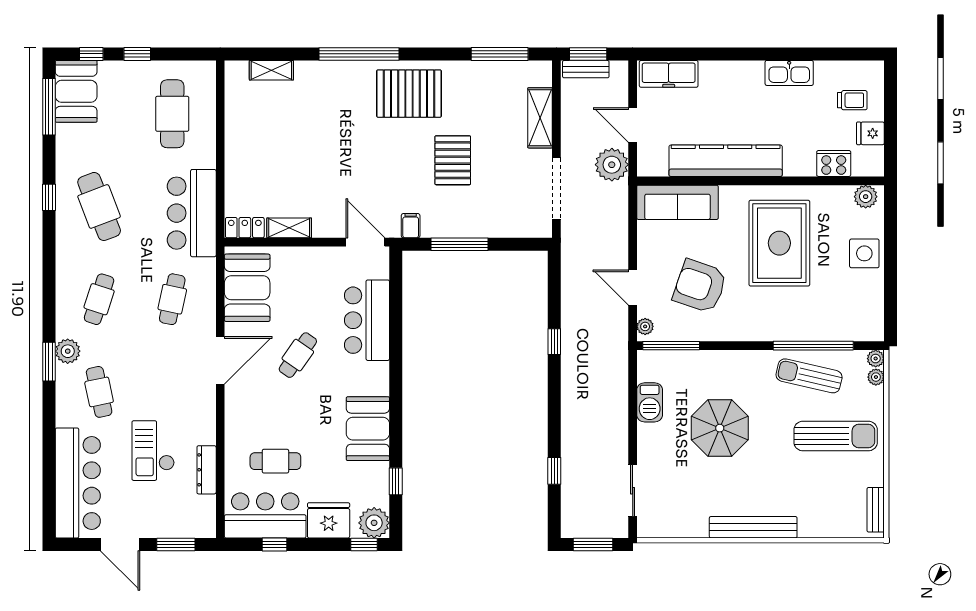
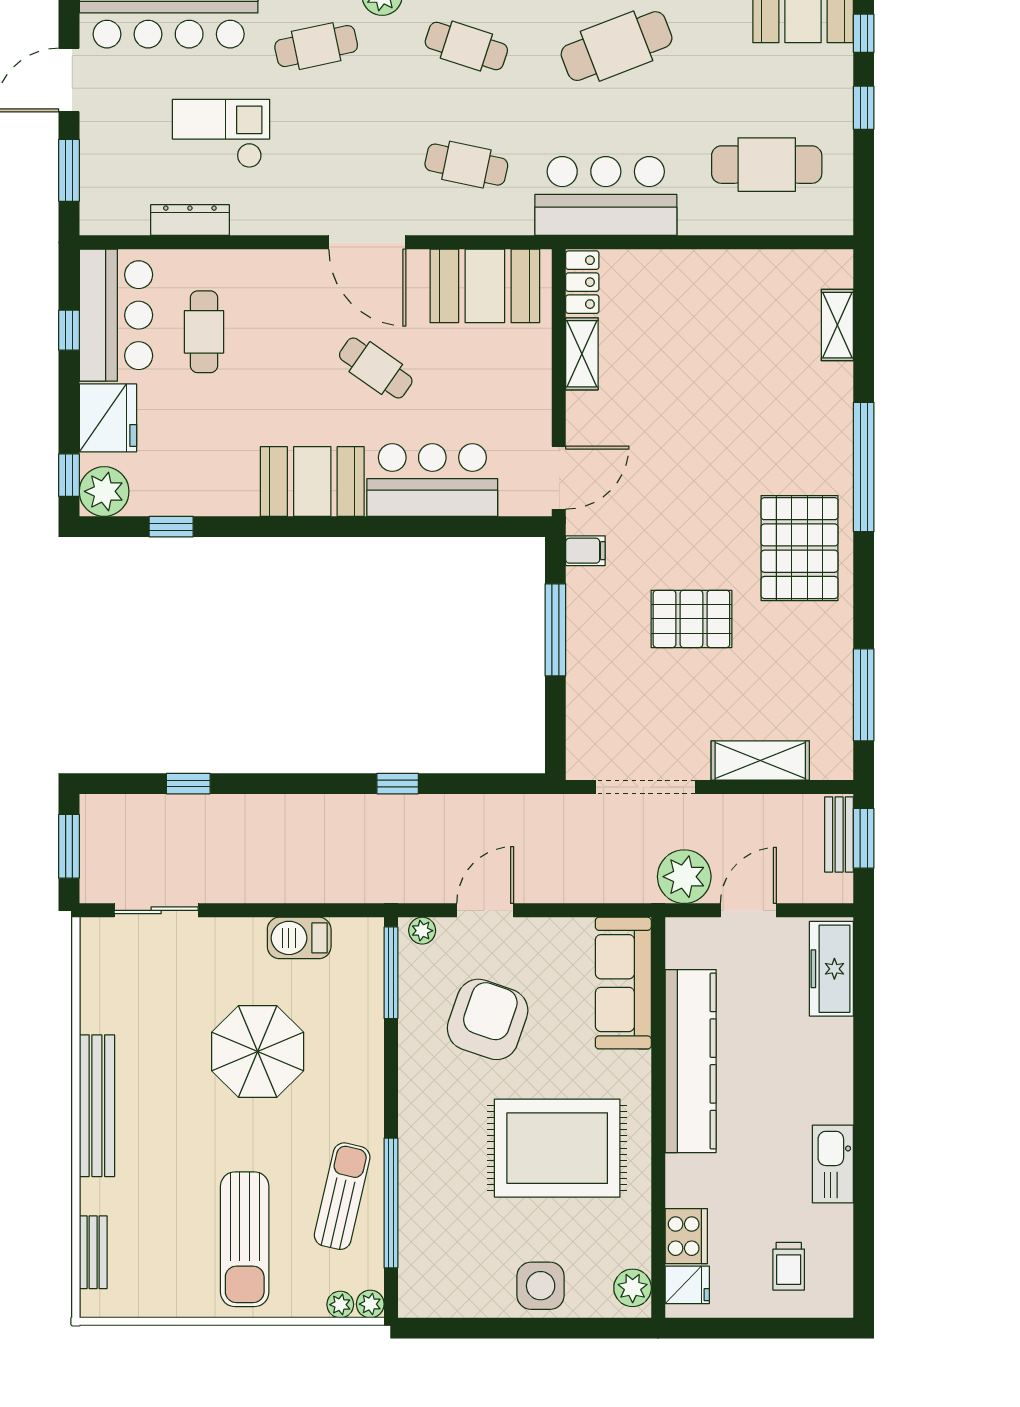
fridge: (870, 133) -> (687, 1285), moved, turned 90
booth: (368, 429) -> (312, 482), moved
bench: (876, 510) -> (93, 1252), moved, turned 90

